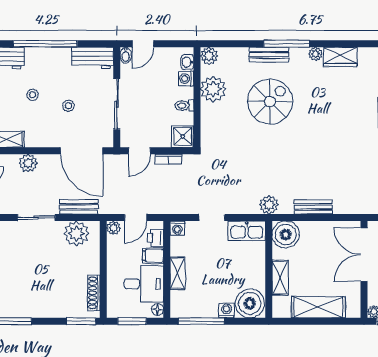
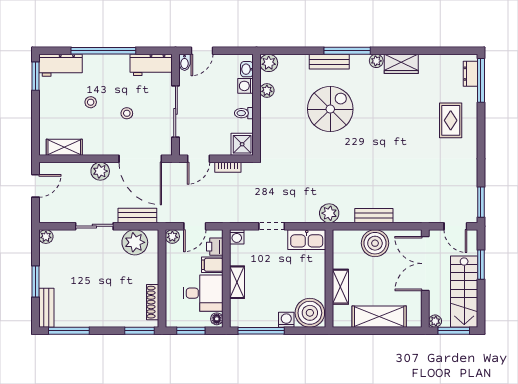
plant: (213, 89) -> (267, 90), width x0.53, depth x0.53
plant: (28, 163) -> (100, 171), moved
boiler: (286, 234) -> (375, 243), moved

